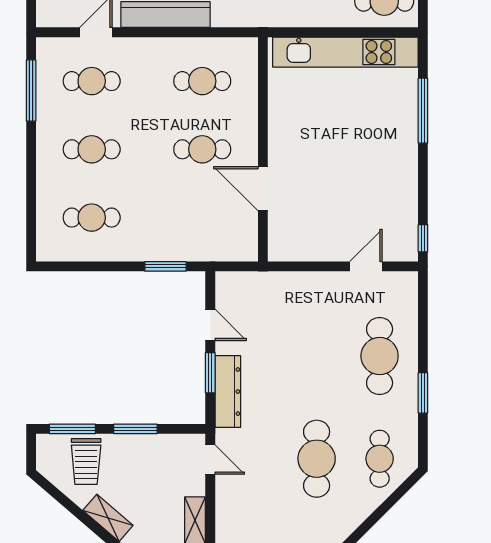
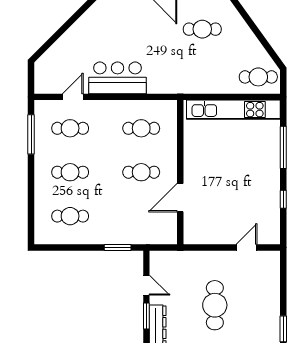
door: (263, 189) -> (180, 198), hinge flipped
window: (423, 238) -> (283, 199), moved
cafe table: (380, 356) -> (215, 305), moved

